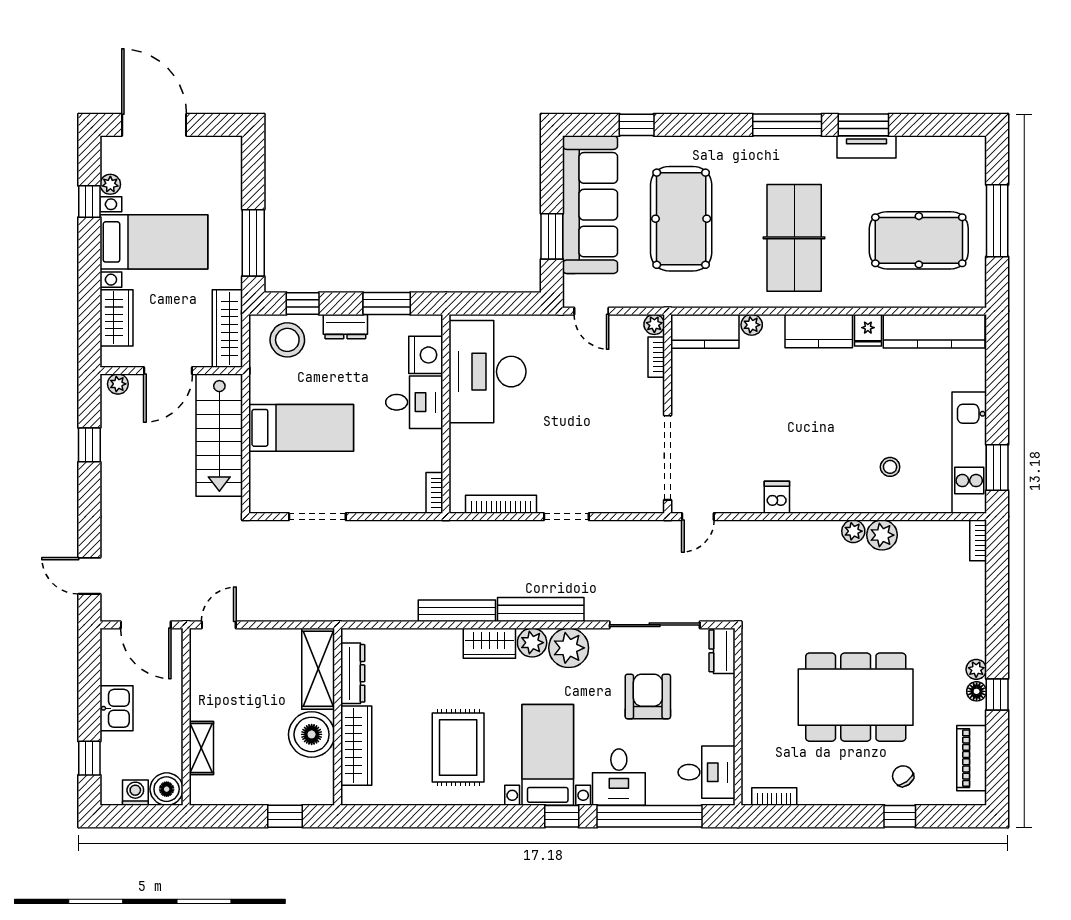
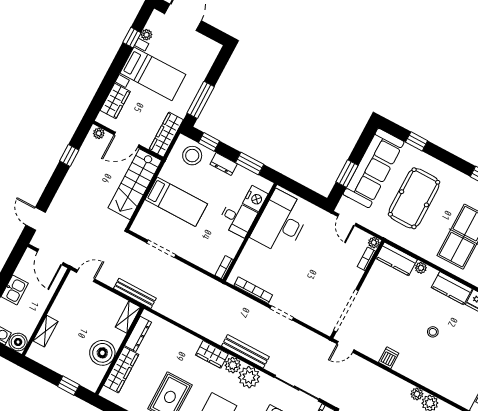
stool: (890, 467) -> (433, 332), moved
bench: (457, 611) -> (135, 293), moved
shelving: (318, 669) -> (128, 317), width x0.67, depth x0.75

